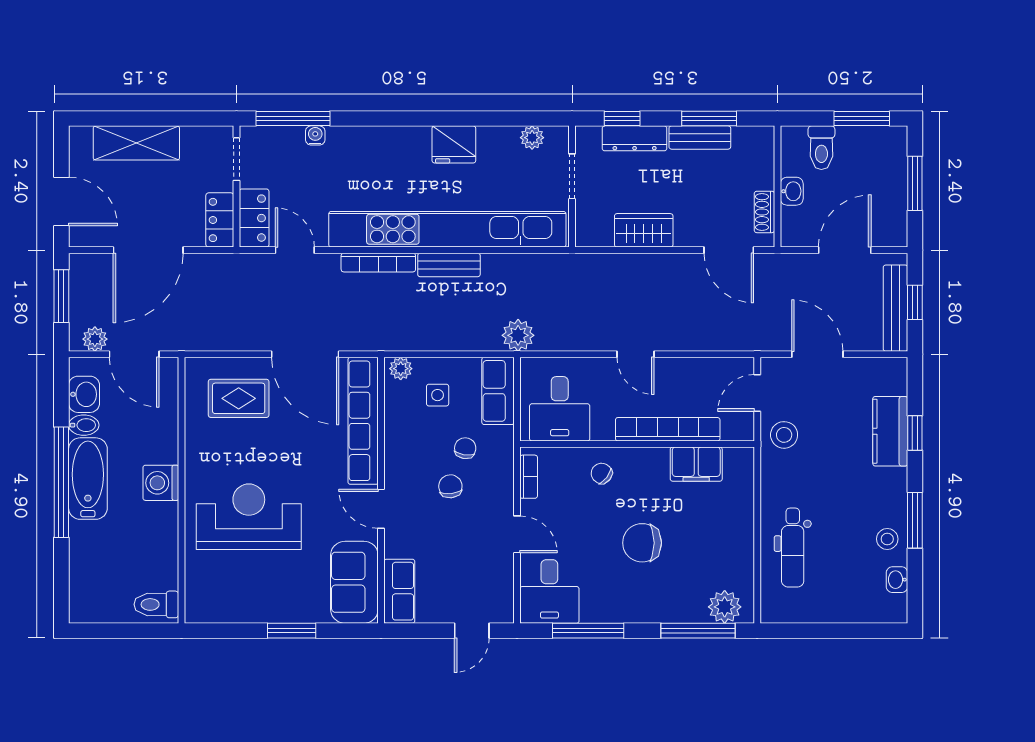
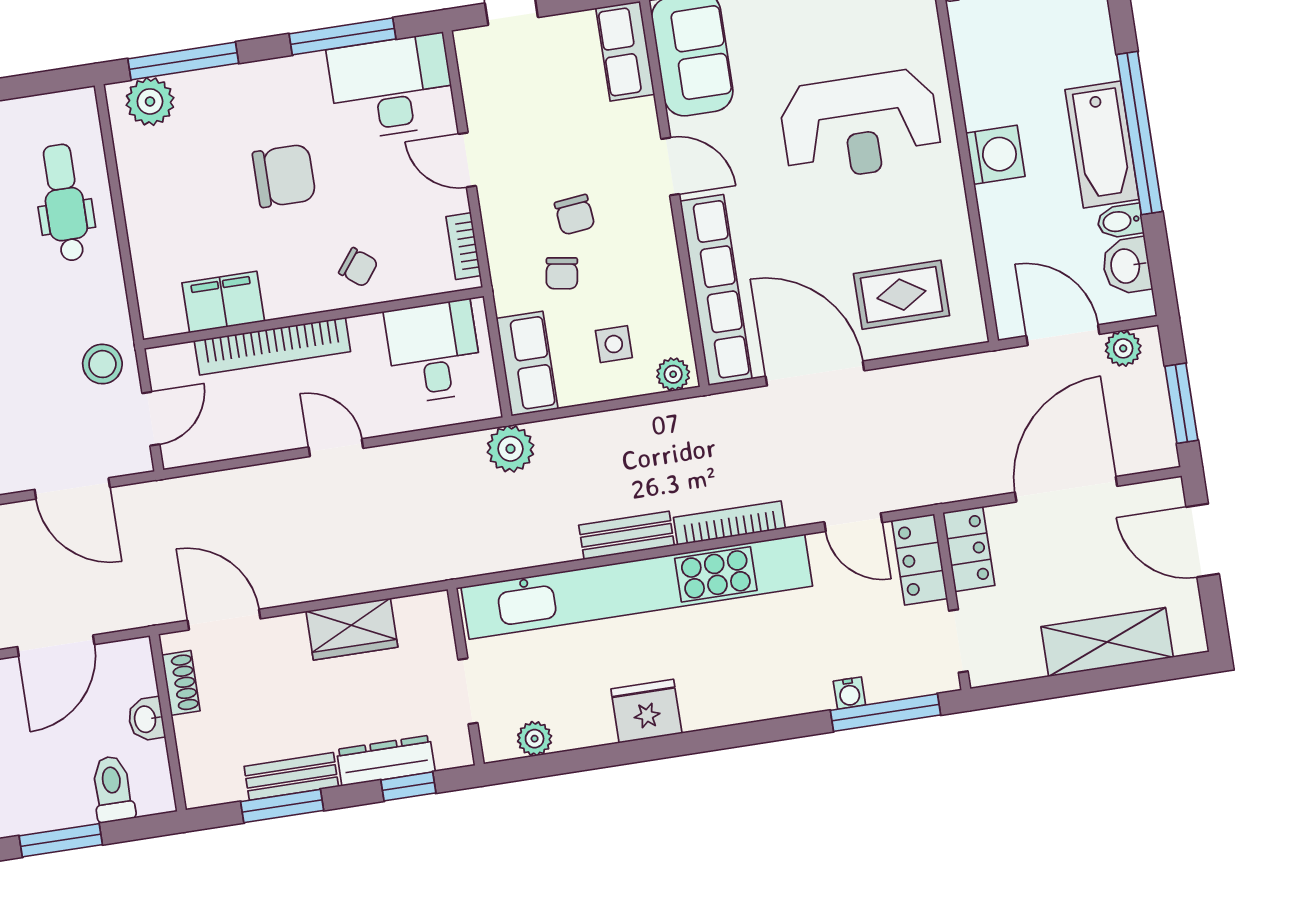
desk: (549, 591) -> (391, 87), width x1.37

